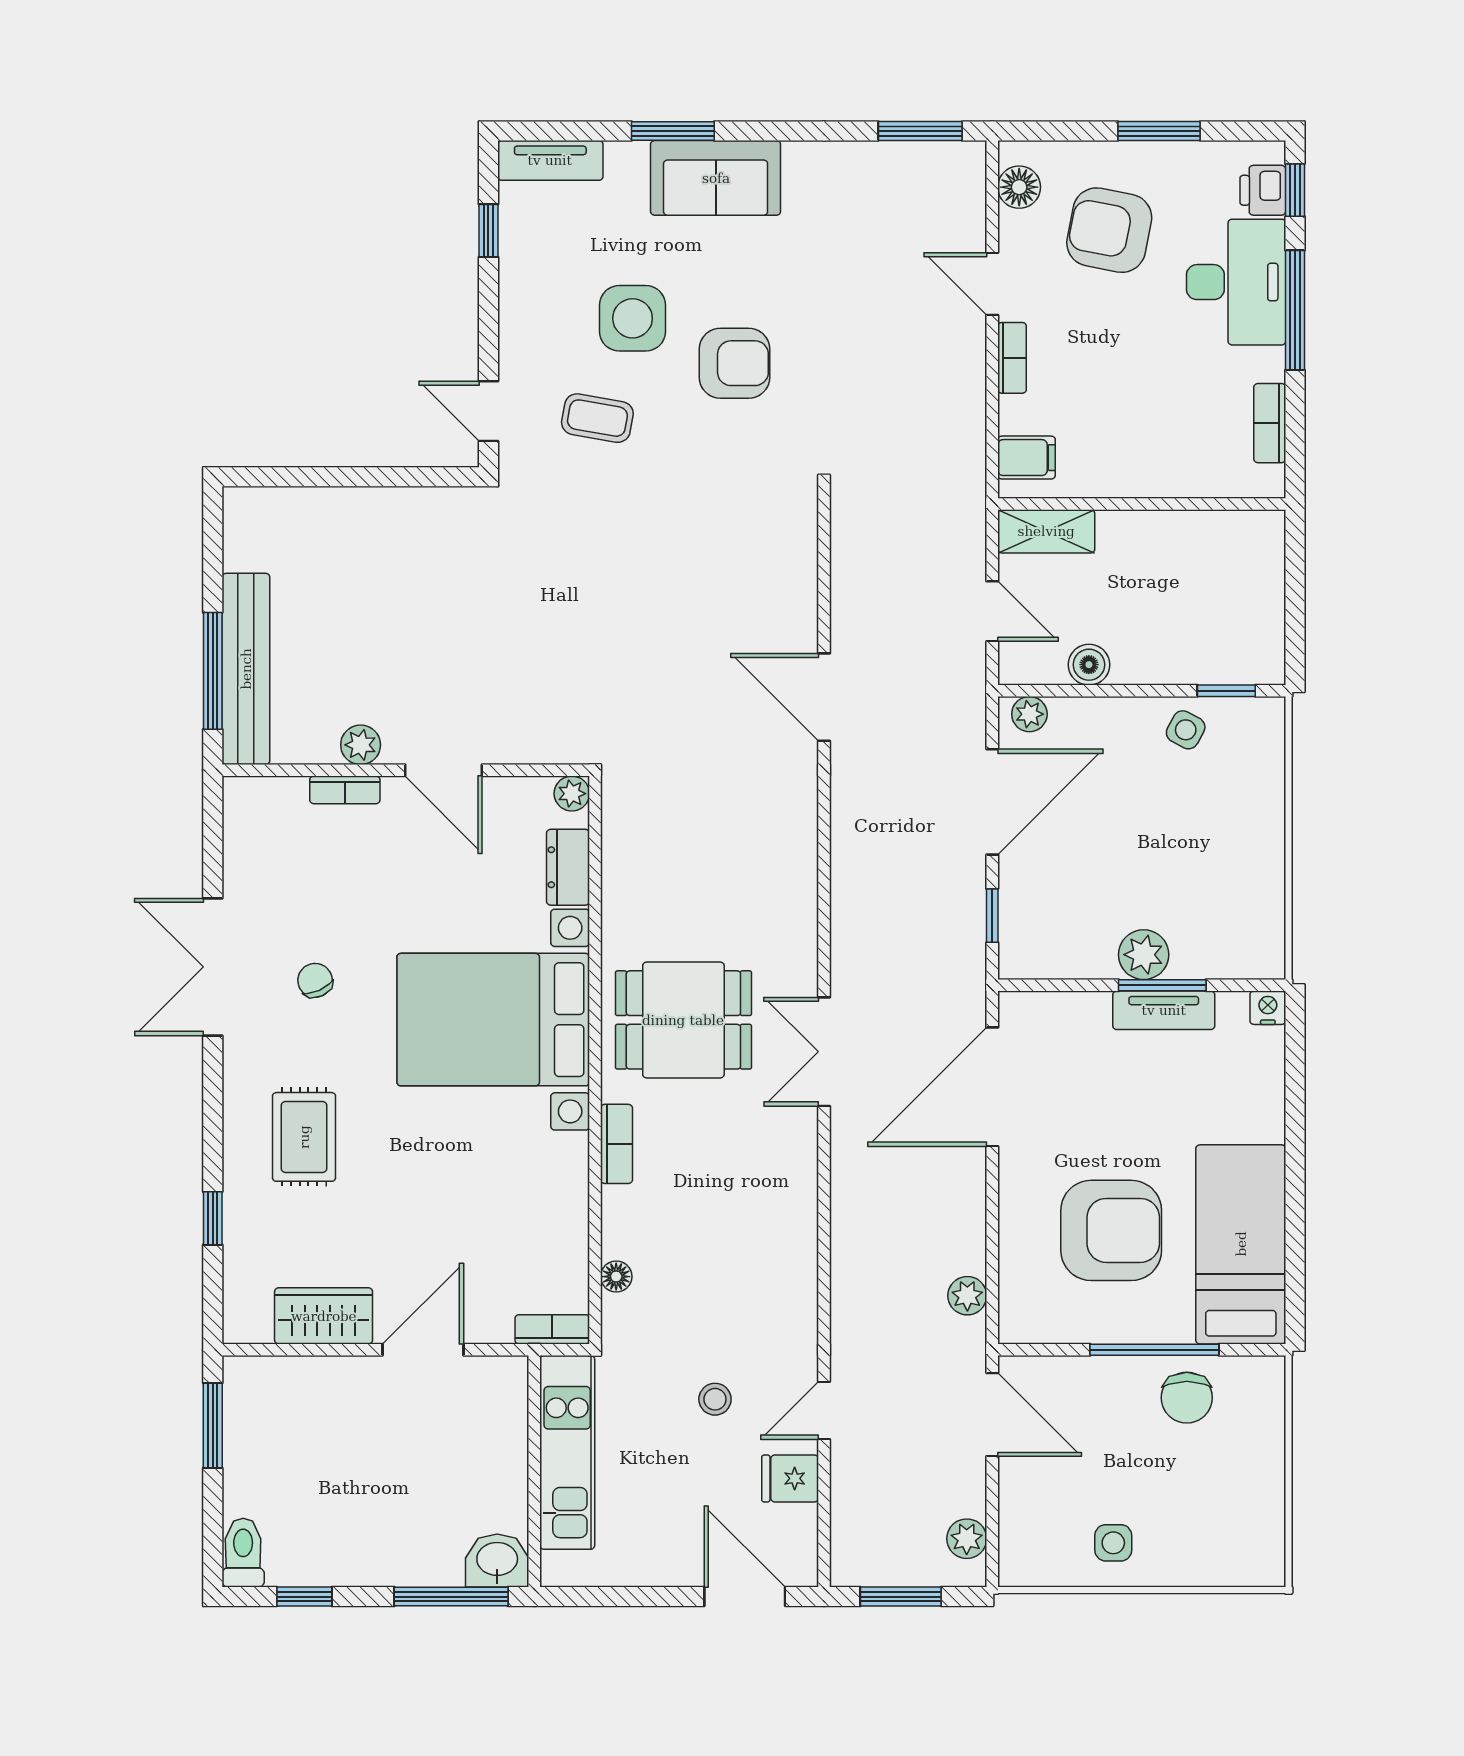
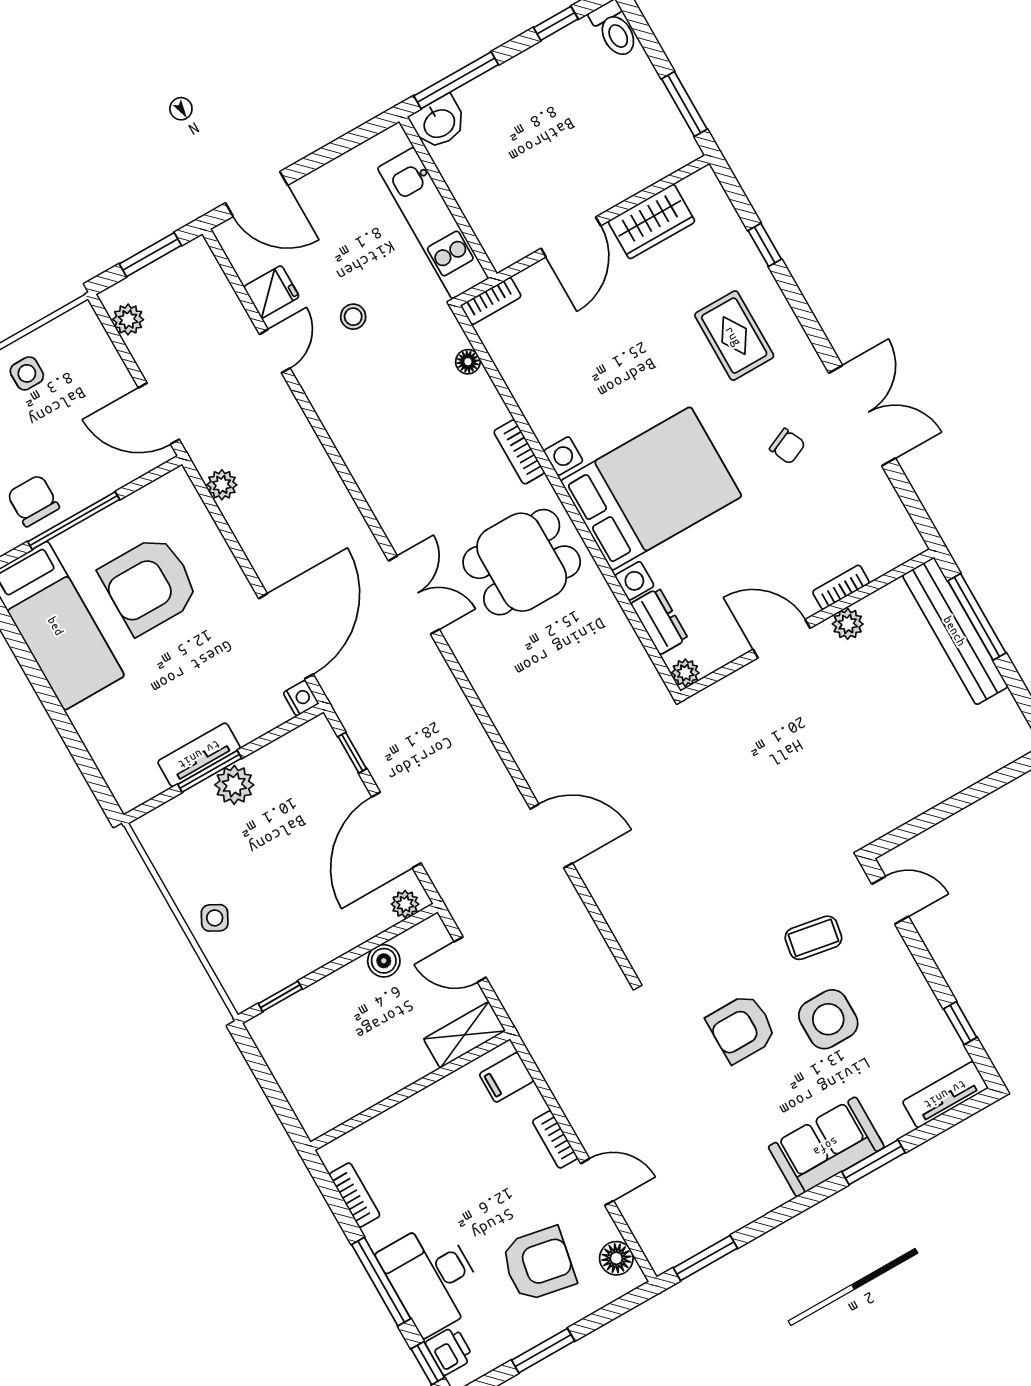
side table: (1186, 730) -> (215, 918), moved
nightstand: (1268, 1008) -> (301, 698), moved, turned -90

